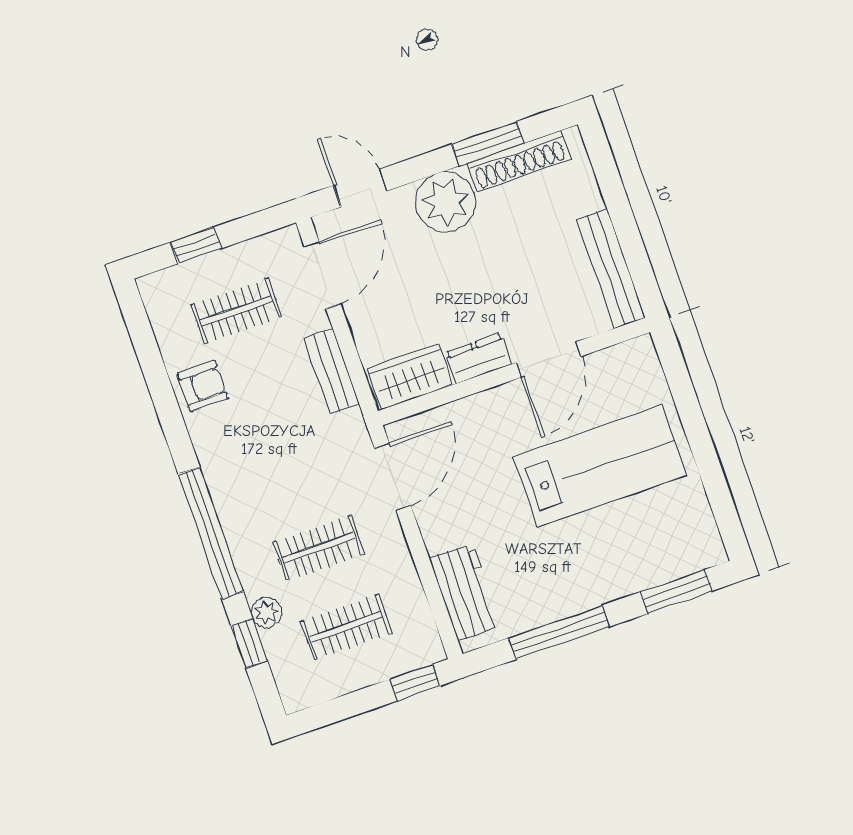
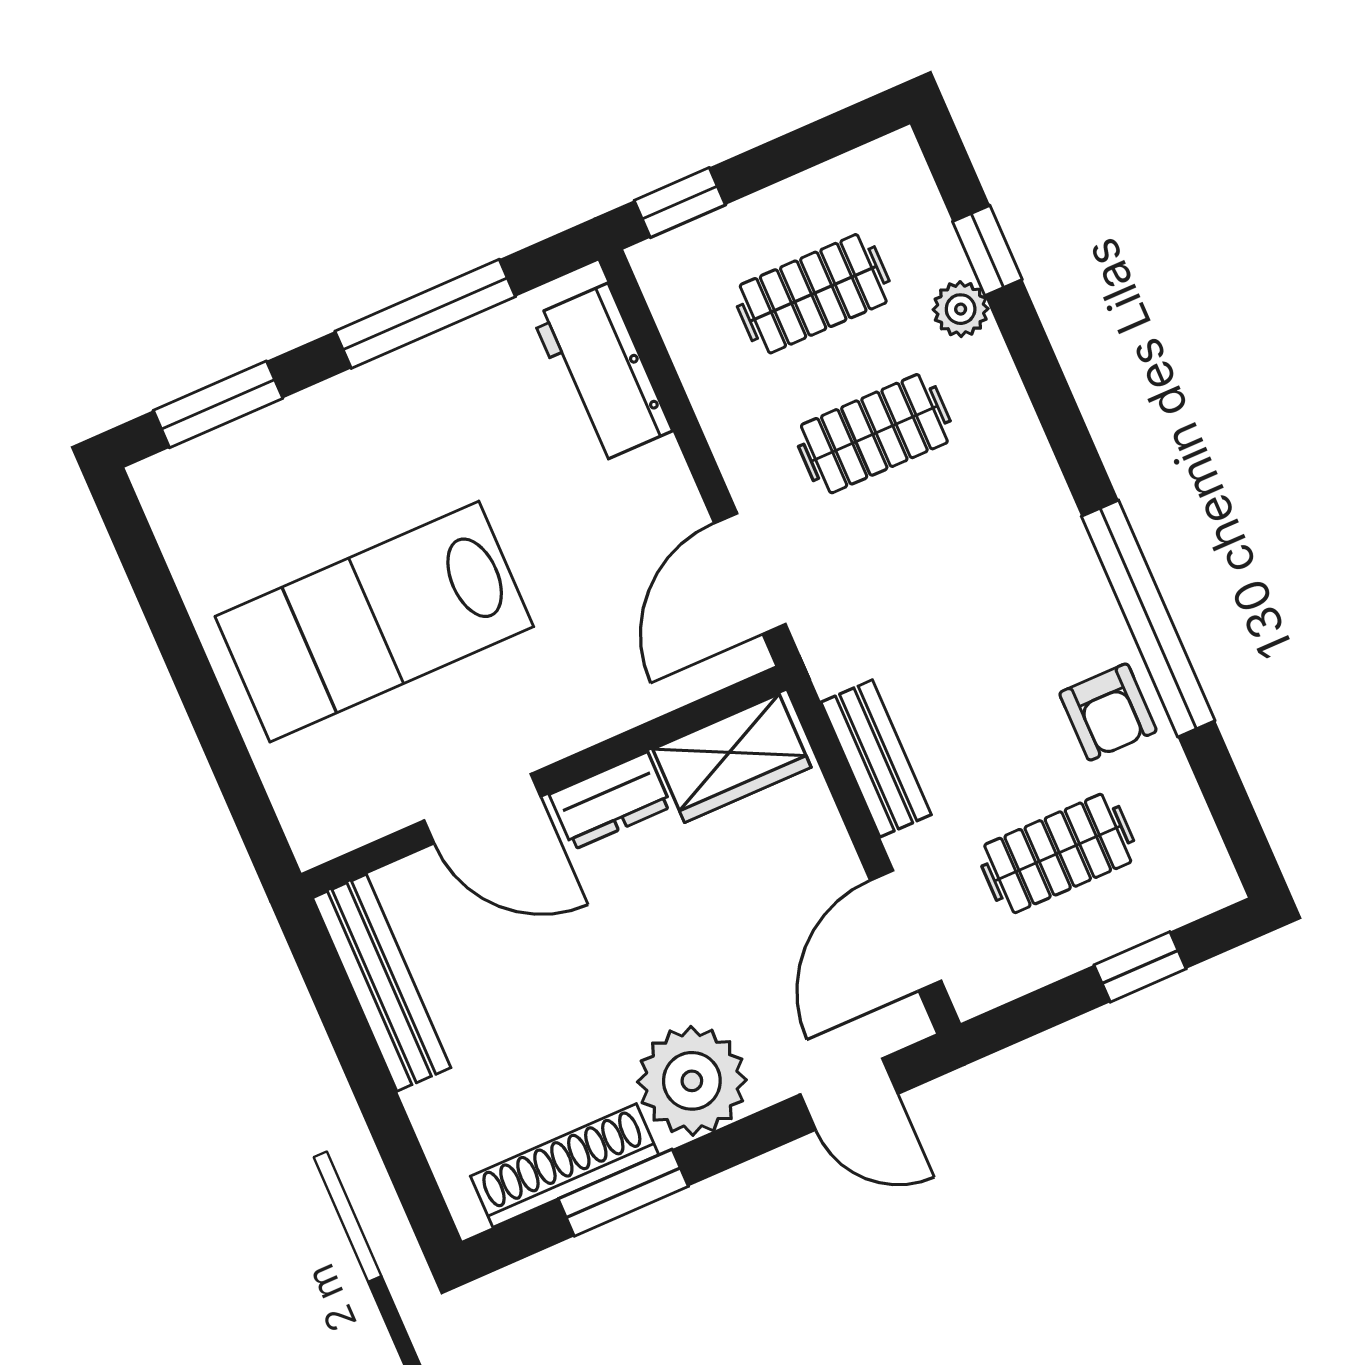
door: (549, 360) -> (483, 809), swing flipped
armchair: (203, 386) -> (1108, 712), turned -90
window: (211, 533) -> (1148, 619), moved

